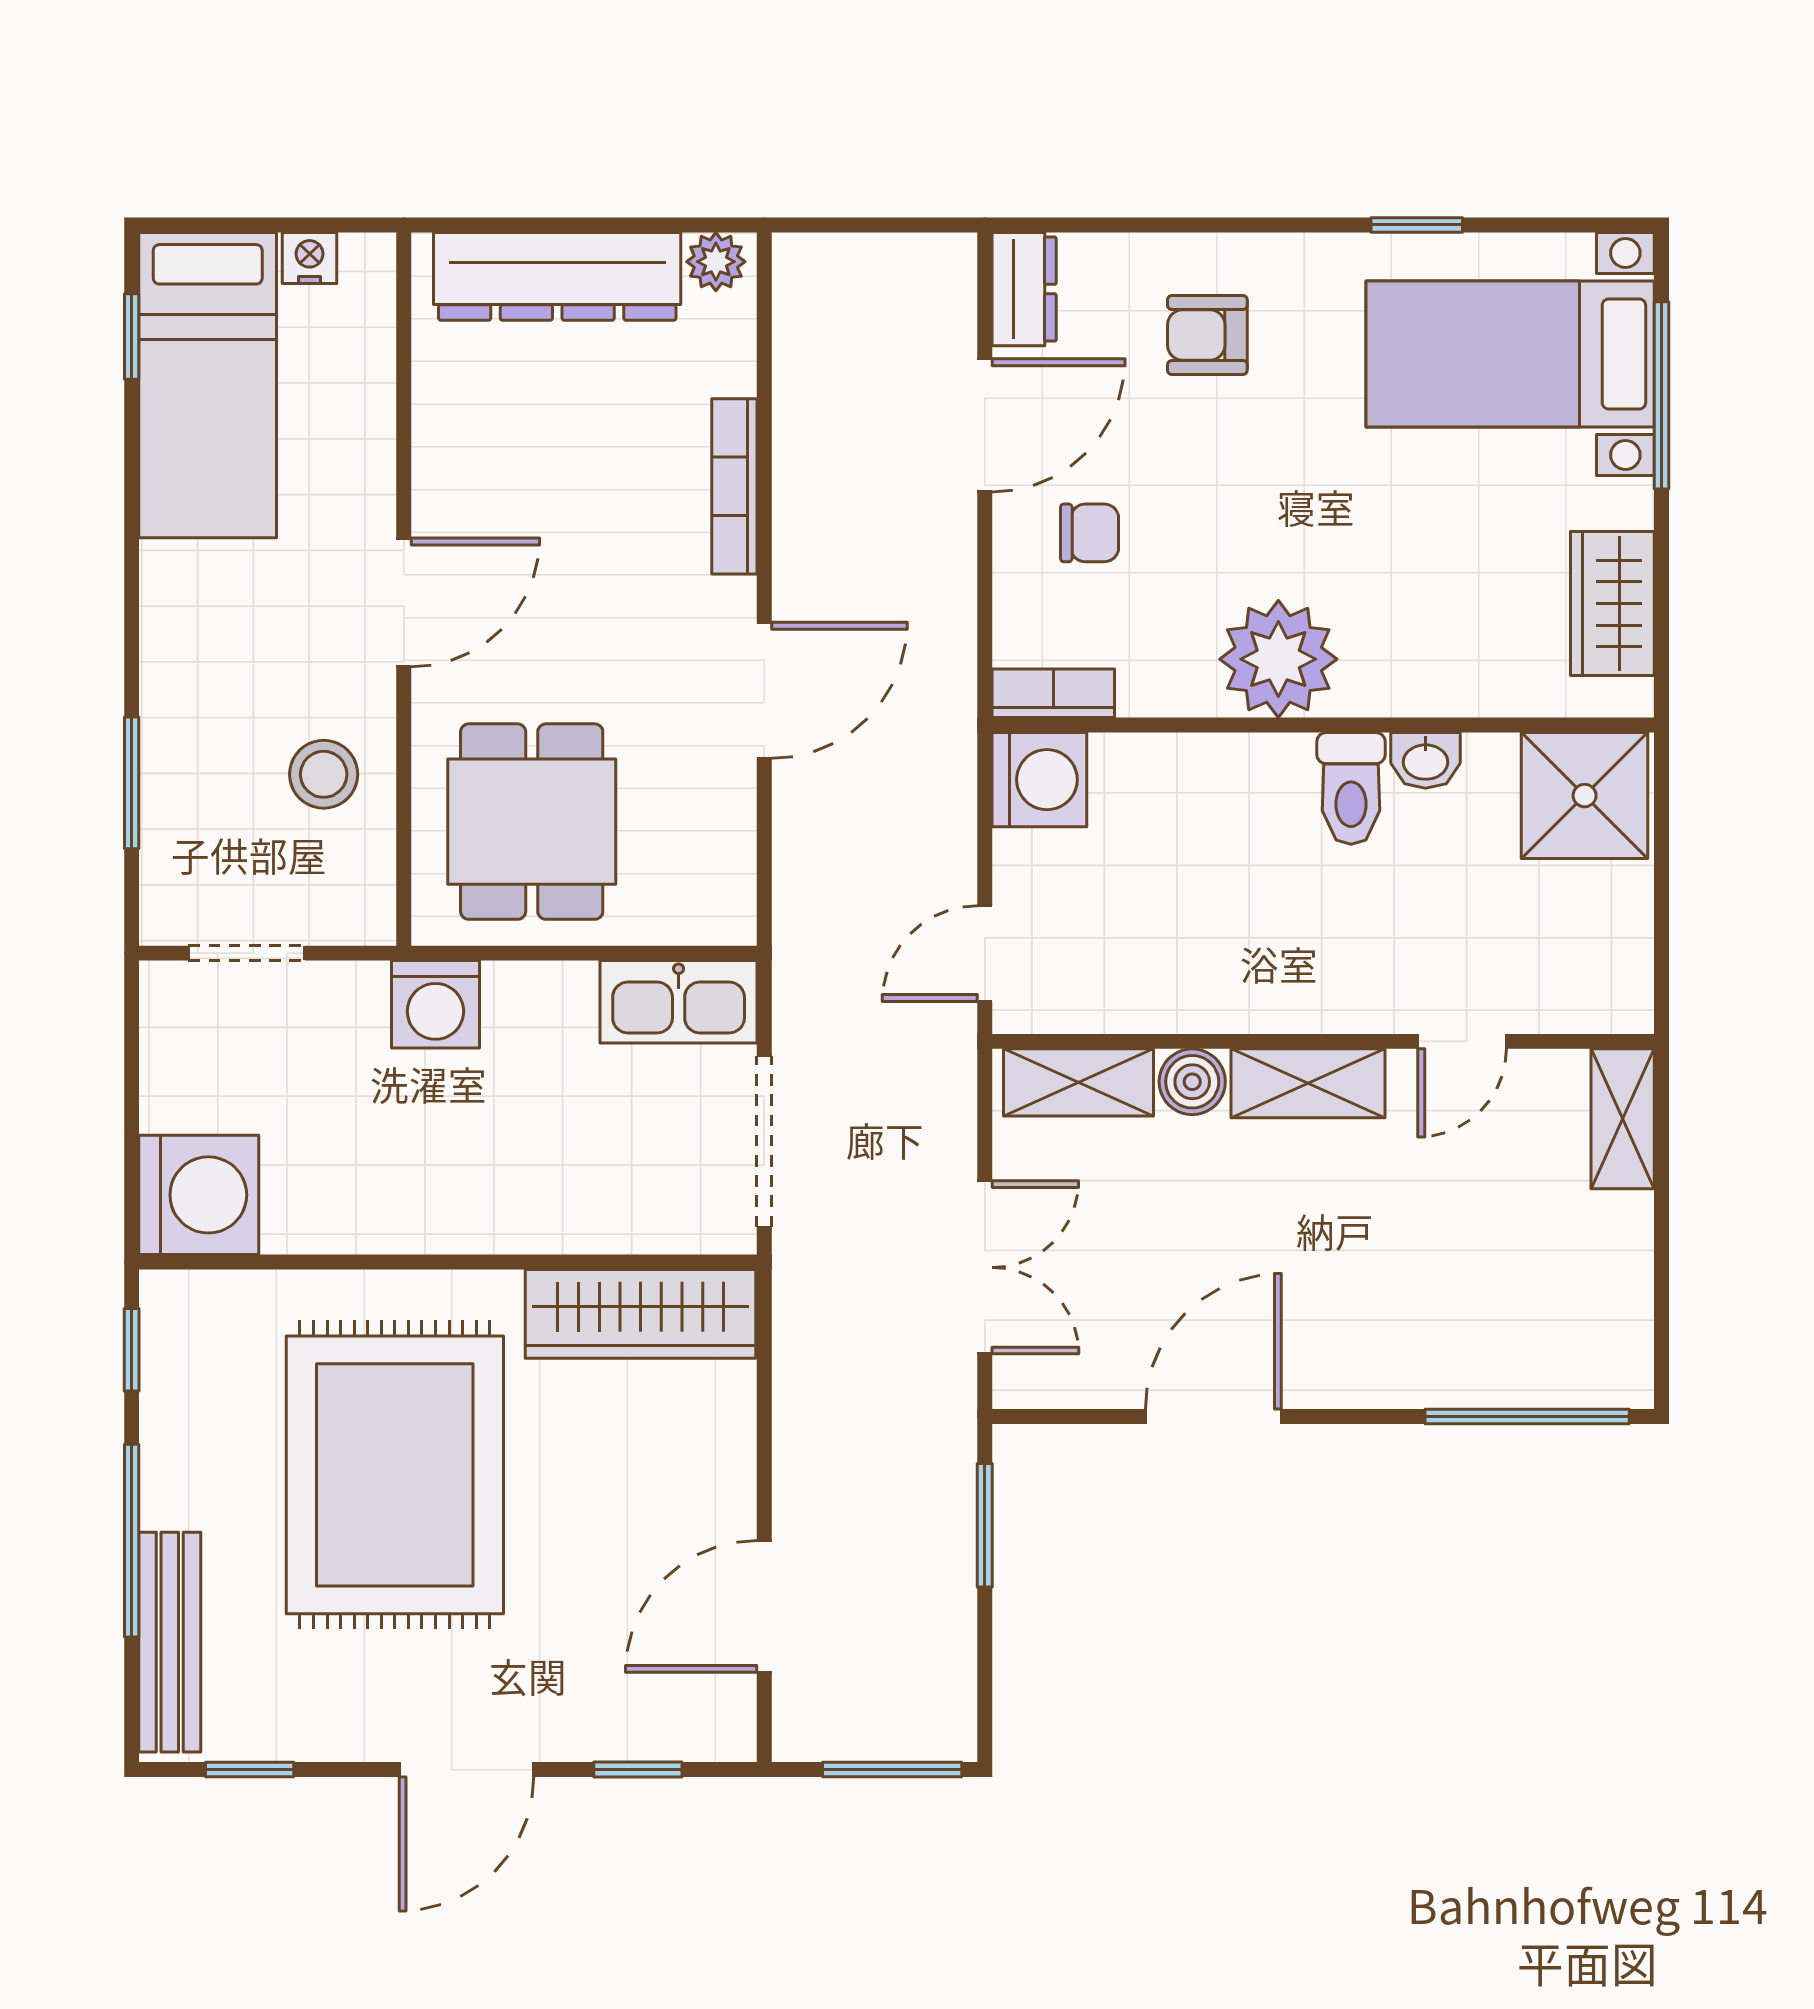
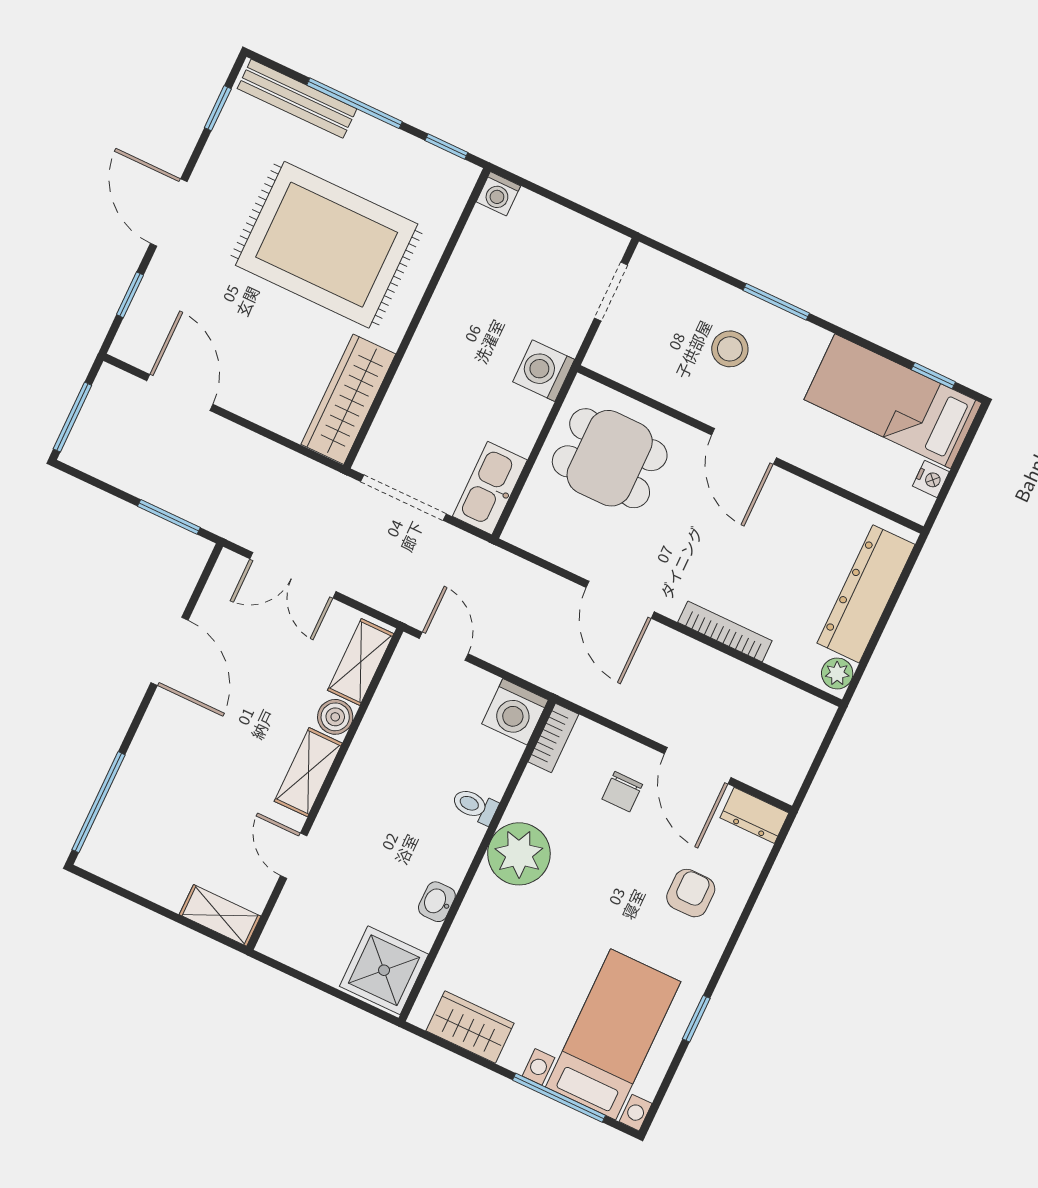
stool: (324, 774) -> (730, 349), moved
window: (132, 783) -> (776, 302), moved
toilet: (1351, 788) -> (475, 806), moved, width x0.73, depth x0.72
washing machine: (199, 1195) -> (498, 194), width x0.53, depth x0.53

